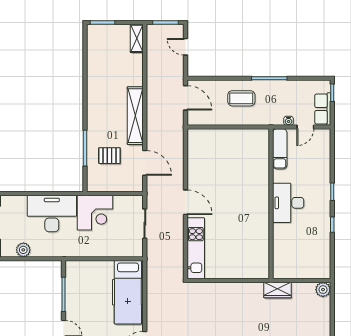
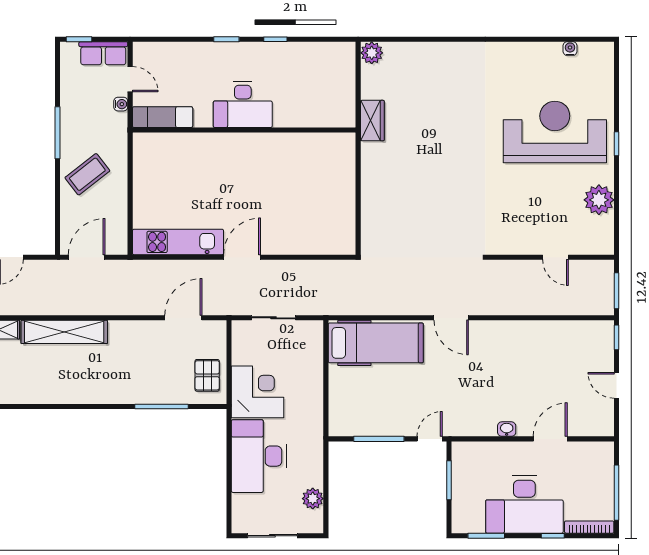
coffee table: (241, 98) -> (87, 174), turned 52
shelving: (135, 116) -> (64, 332), moved
pallet: (109, 156) -> (207, 375), moved
kitchen unit: (196, 248) -> (178, 242), moved

